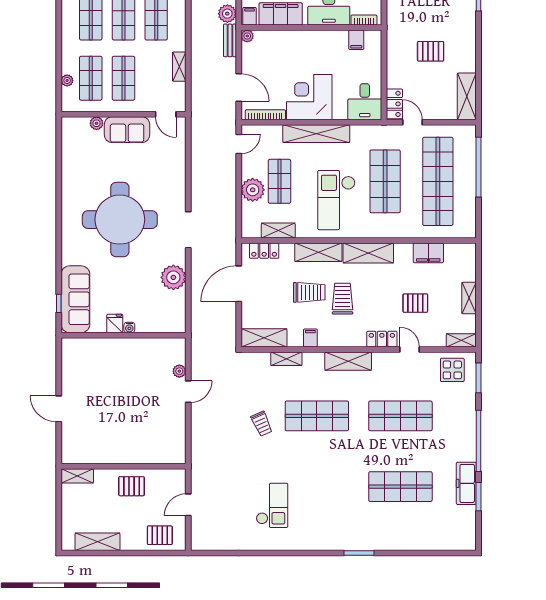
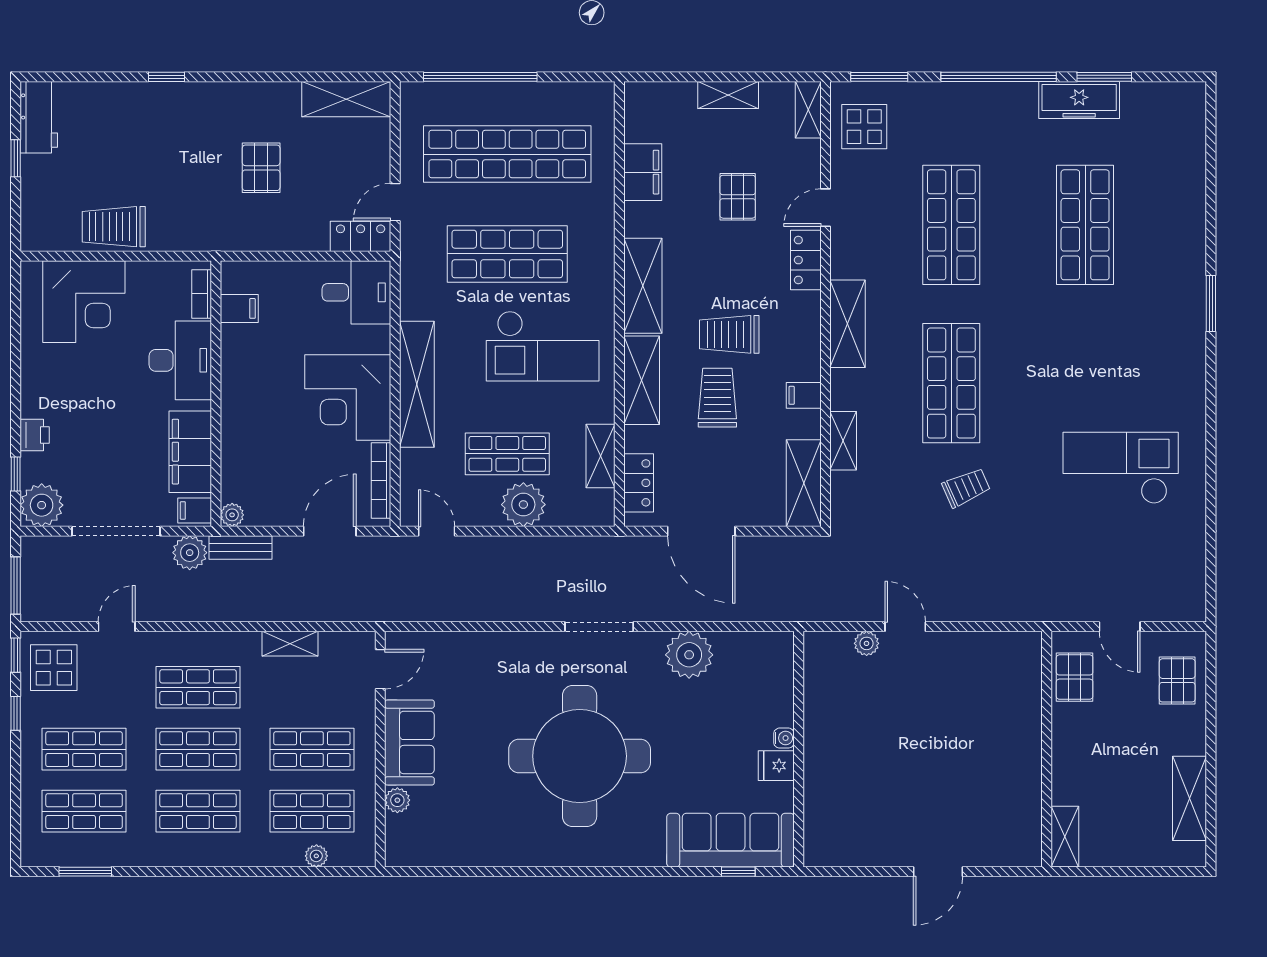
pallet: (132, 486) -> (1075, 677), moved
checkout: (272, 505) -> (1121, 468), width x1.36, depth x1.21

